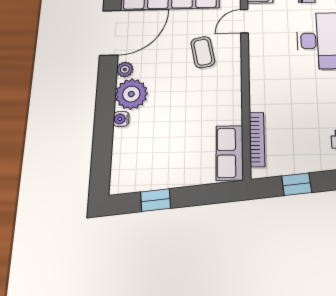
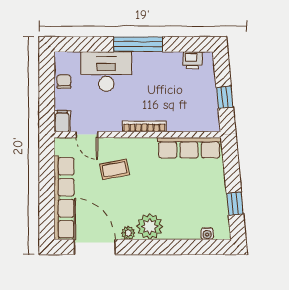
water cooler: (121, 119) -> (207, 234), moved
bookcase: (257, 139) -> (144, 126), moved
row of seats: (230, 153) -> (189, 148), width x1.48

